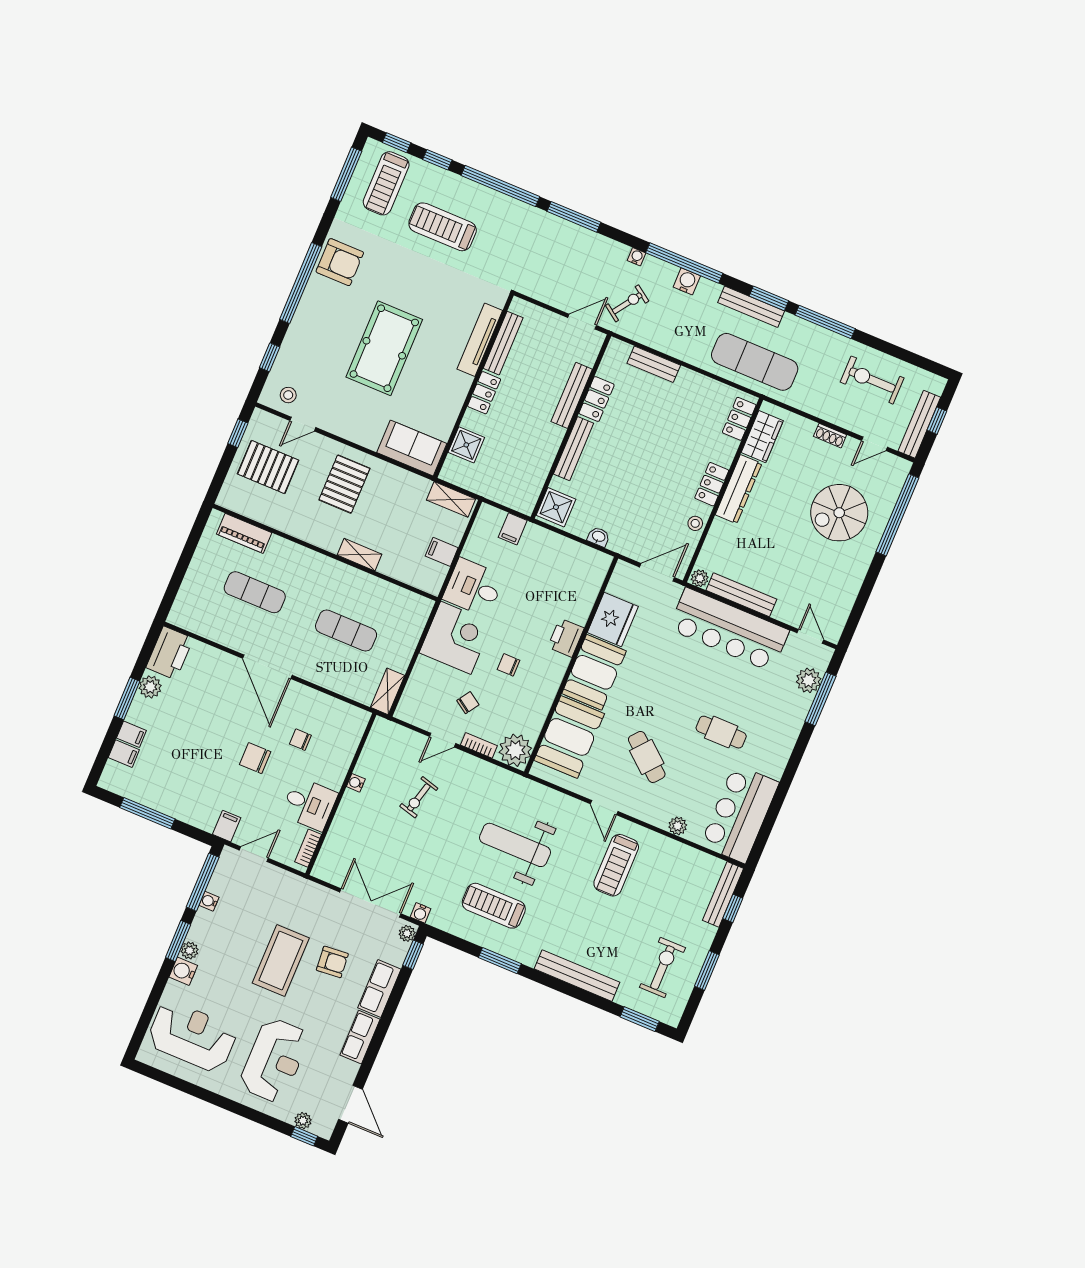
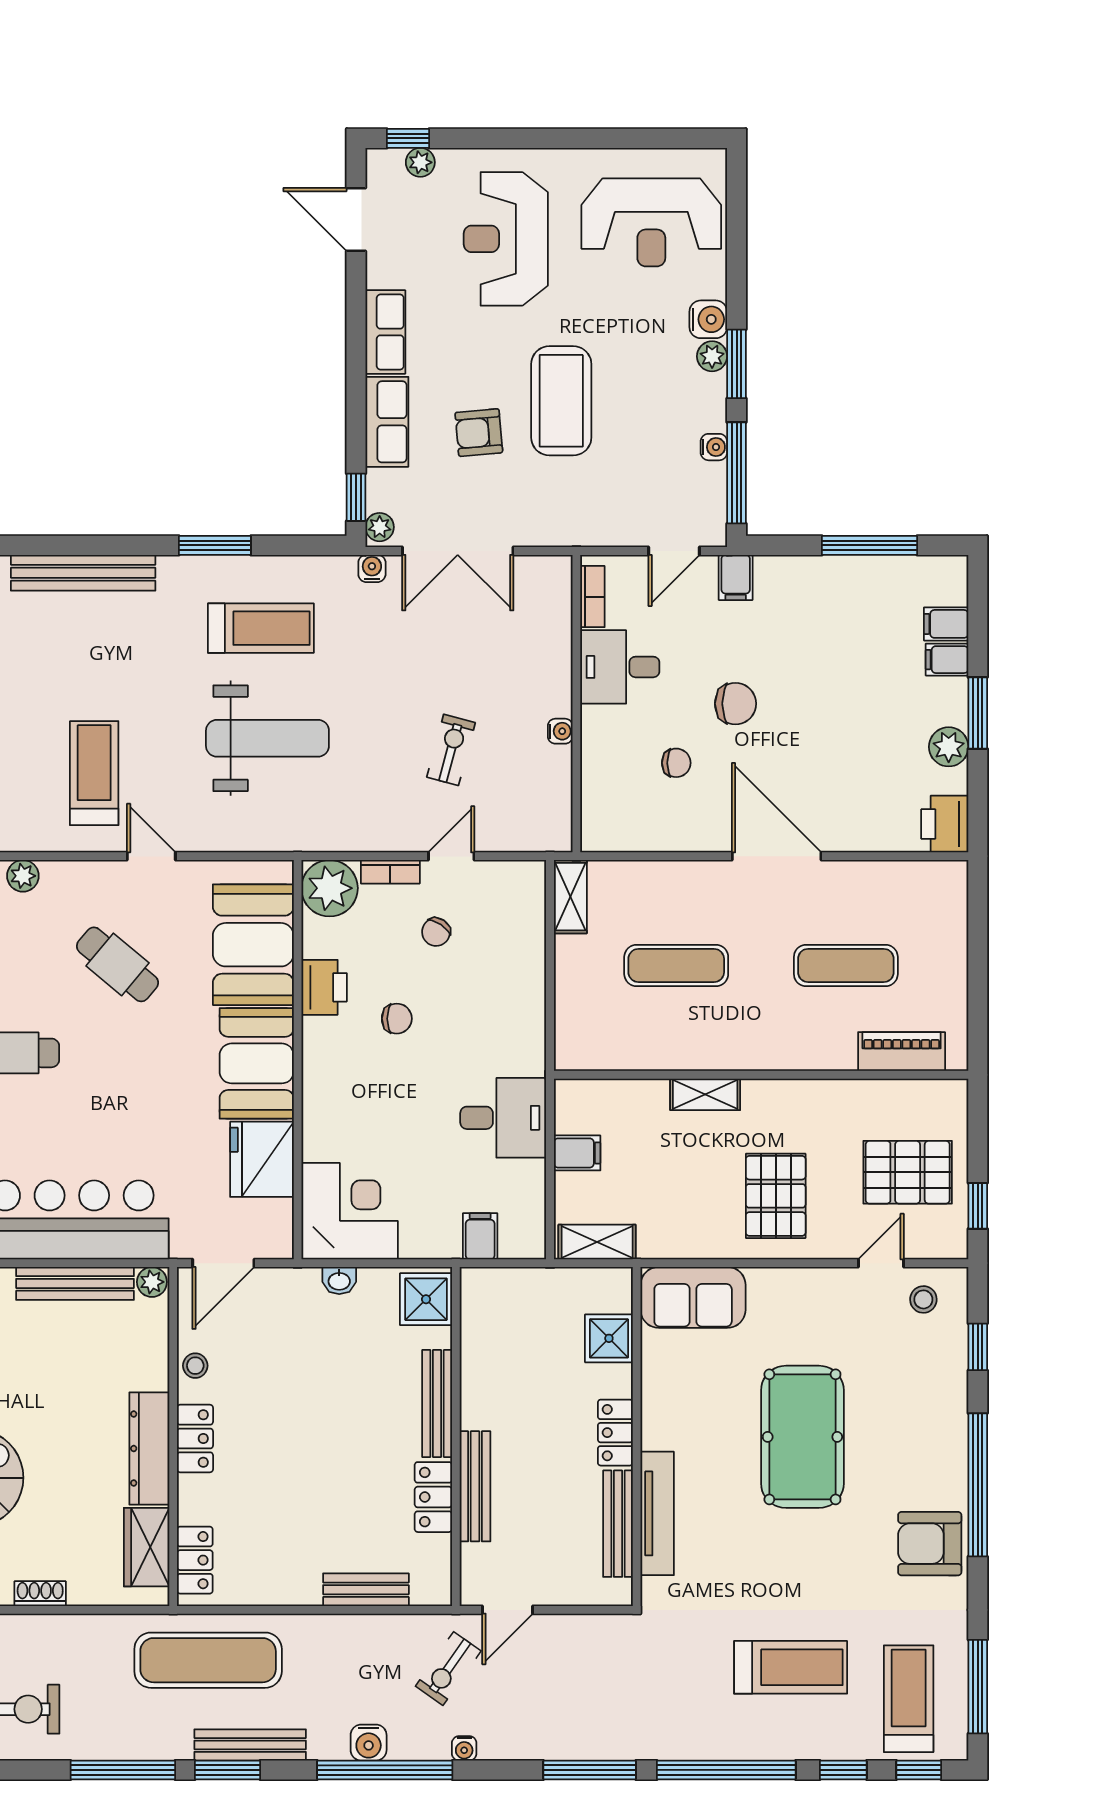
corner desk: (456, 638) -> (350, 1211), moved, turned 180
printer: (566, 638) -> (324, 987), moved
printer: (170, 653) -> (945, 824), width x0.73, depth x0.84

